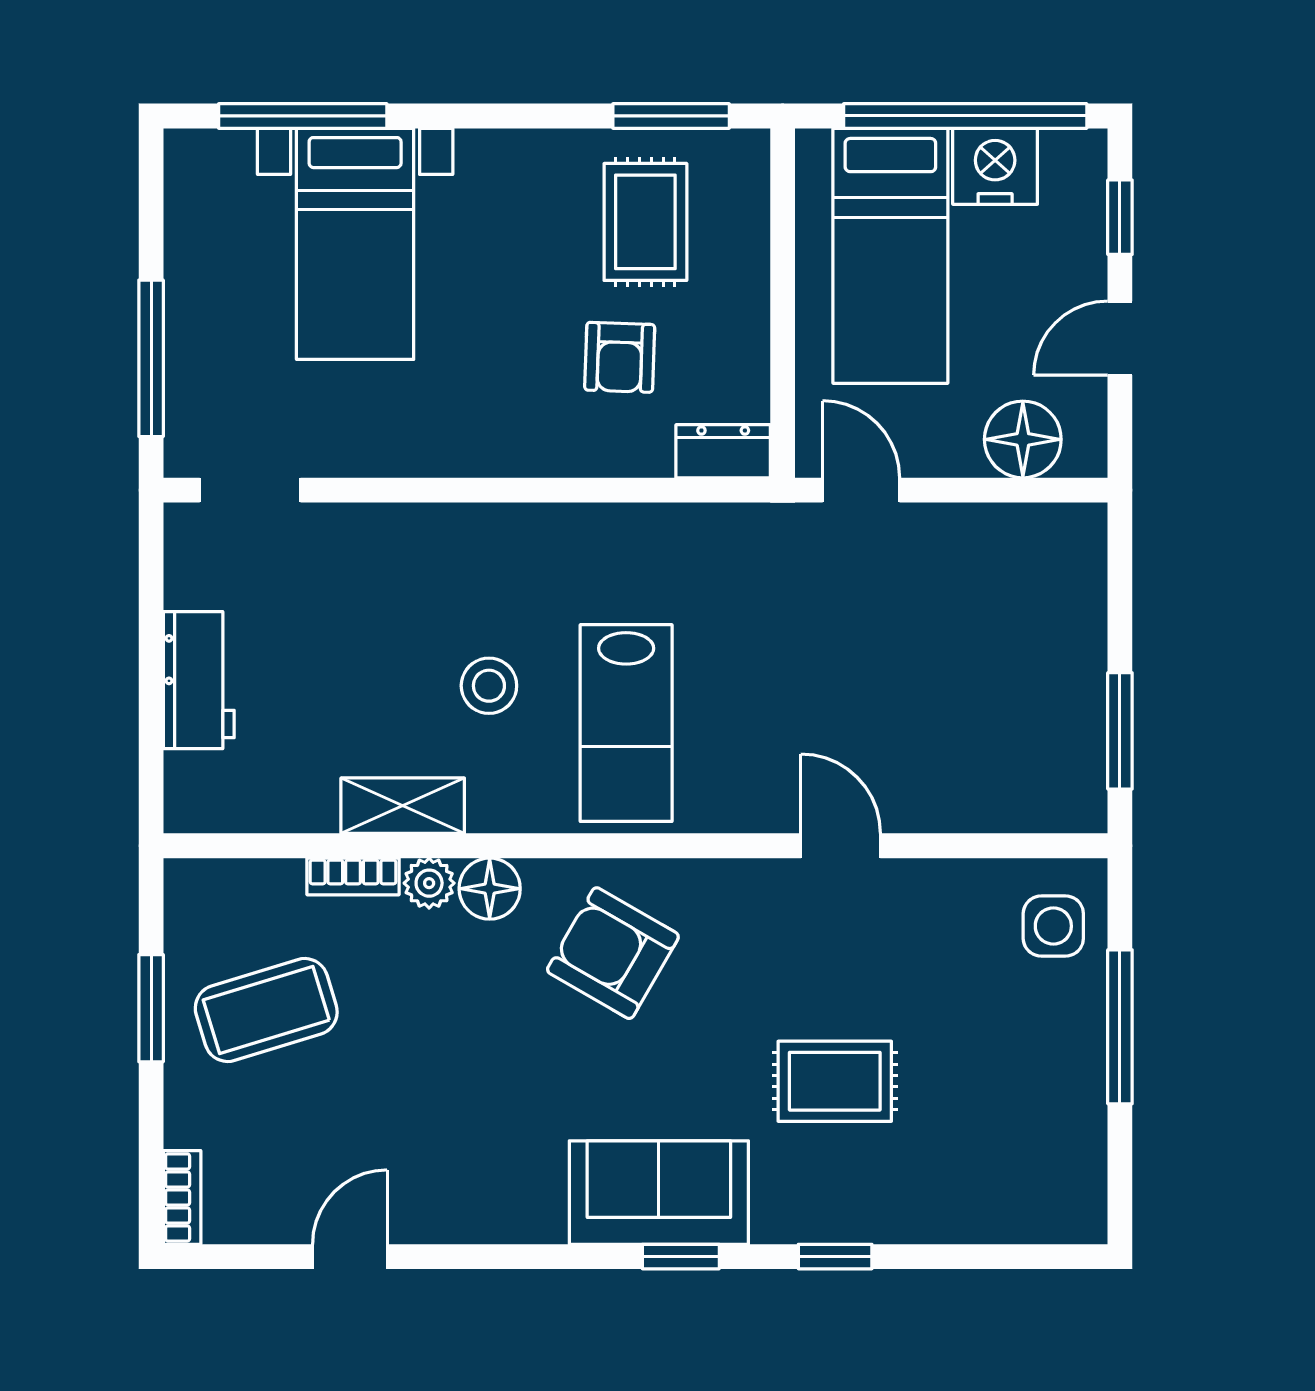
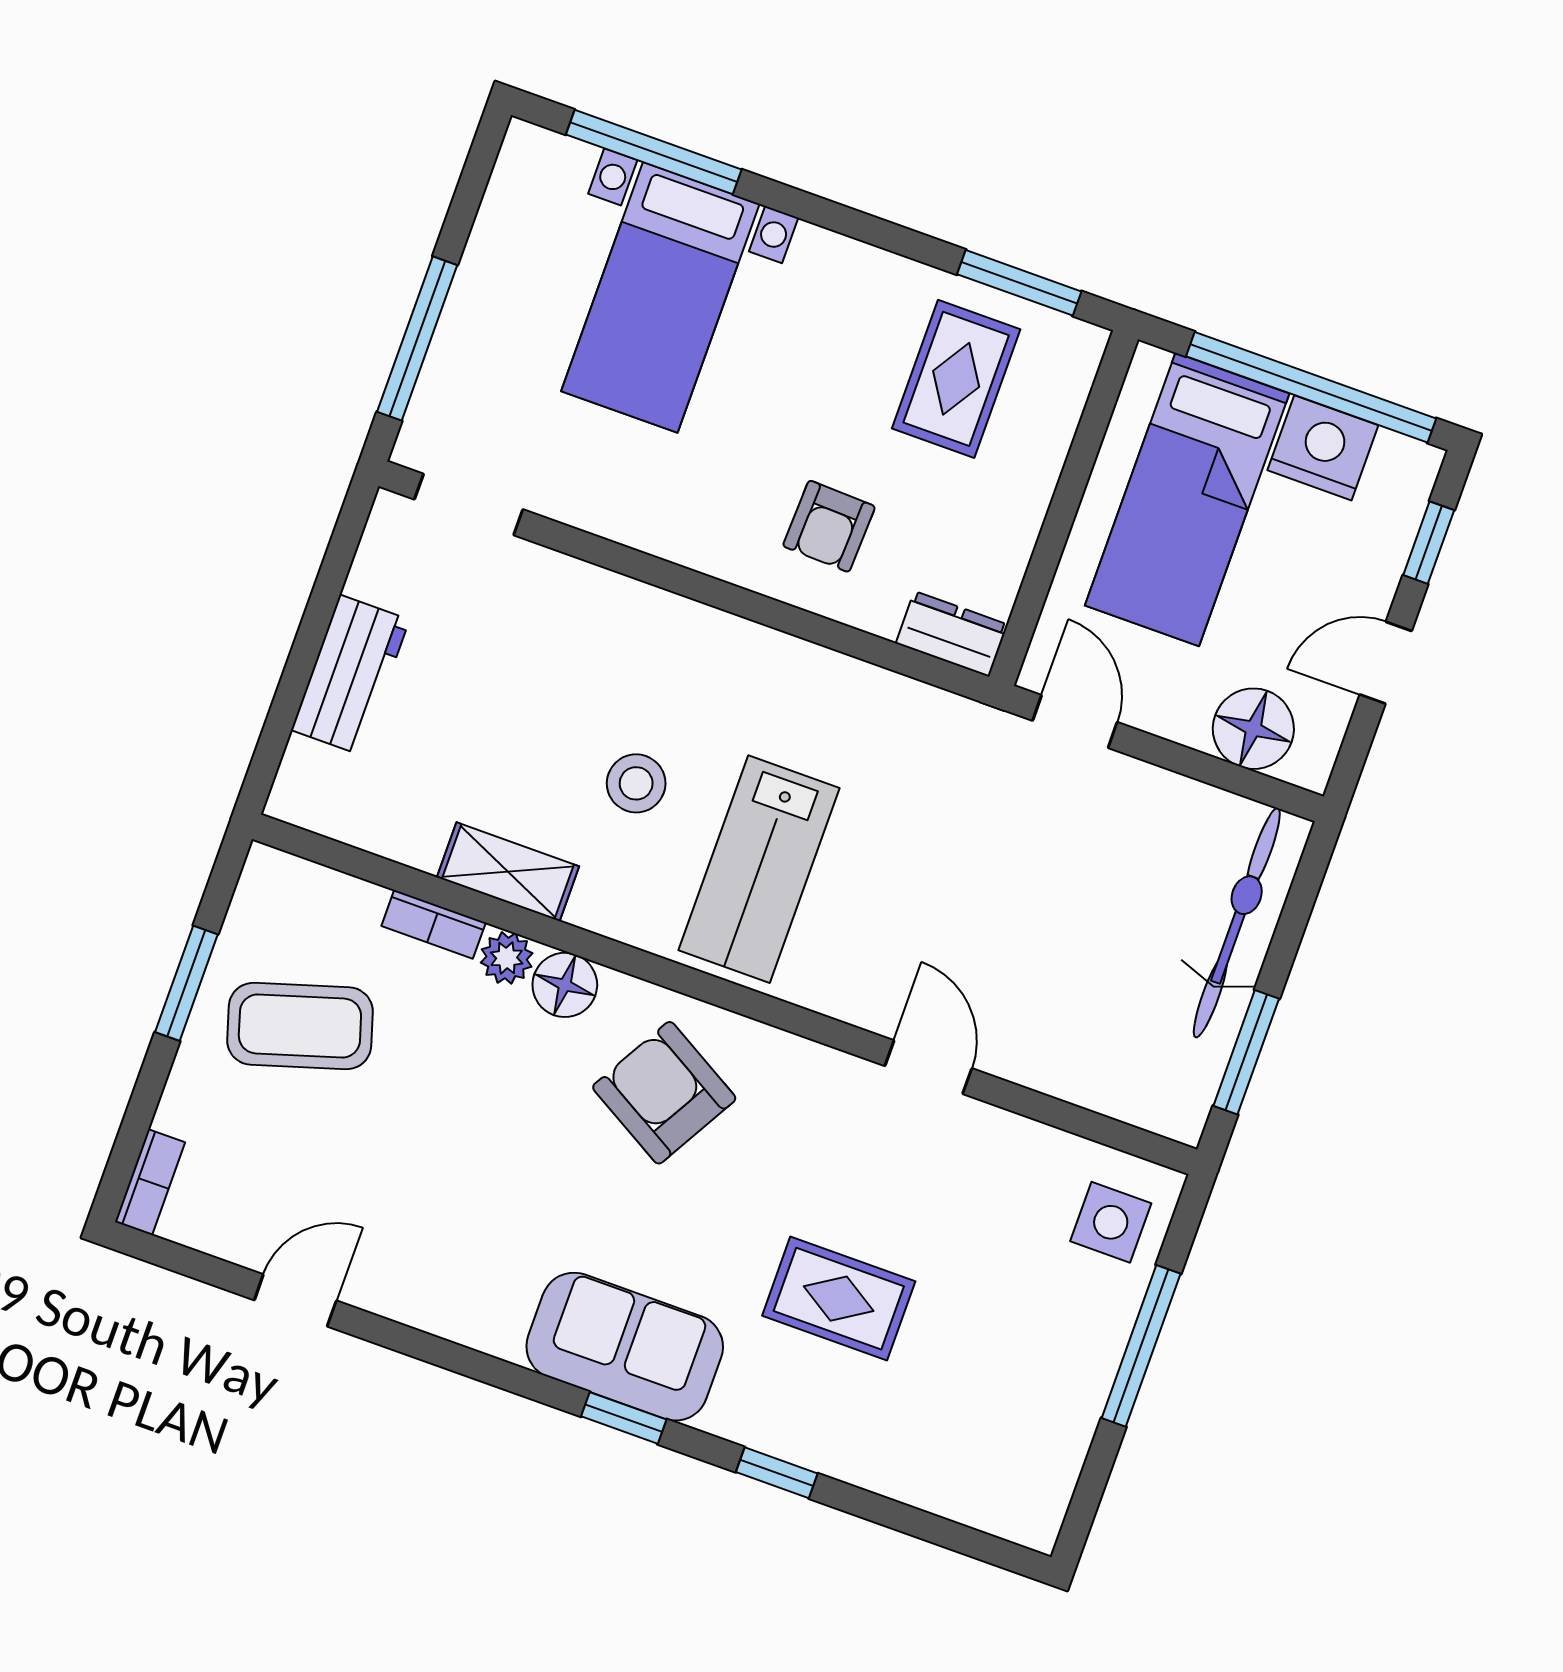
armchair: (620, 357) -> (829, 526), moved
bicycle: (1070, 618) -> (1237, 923), added

